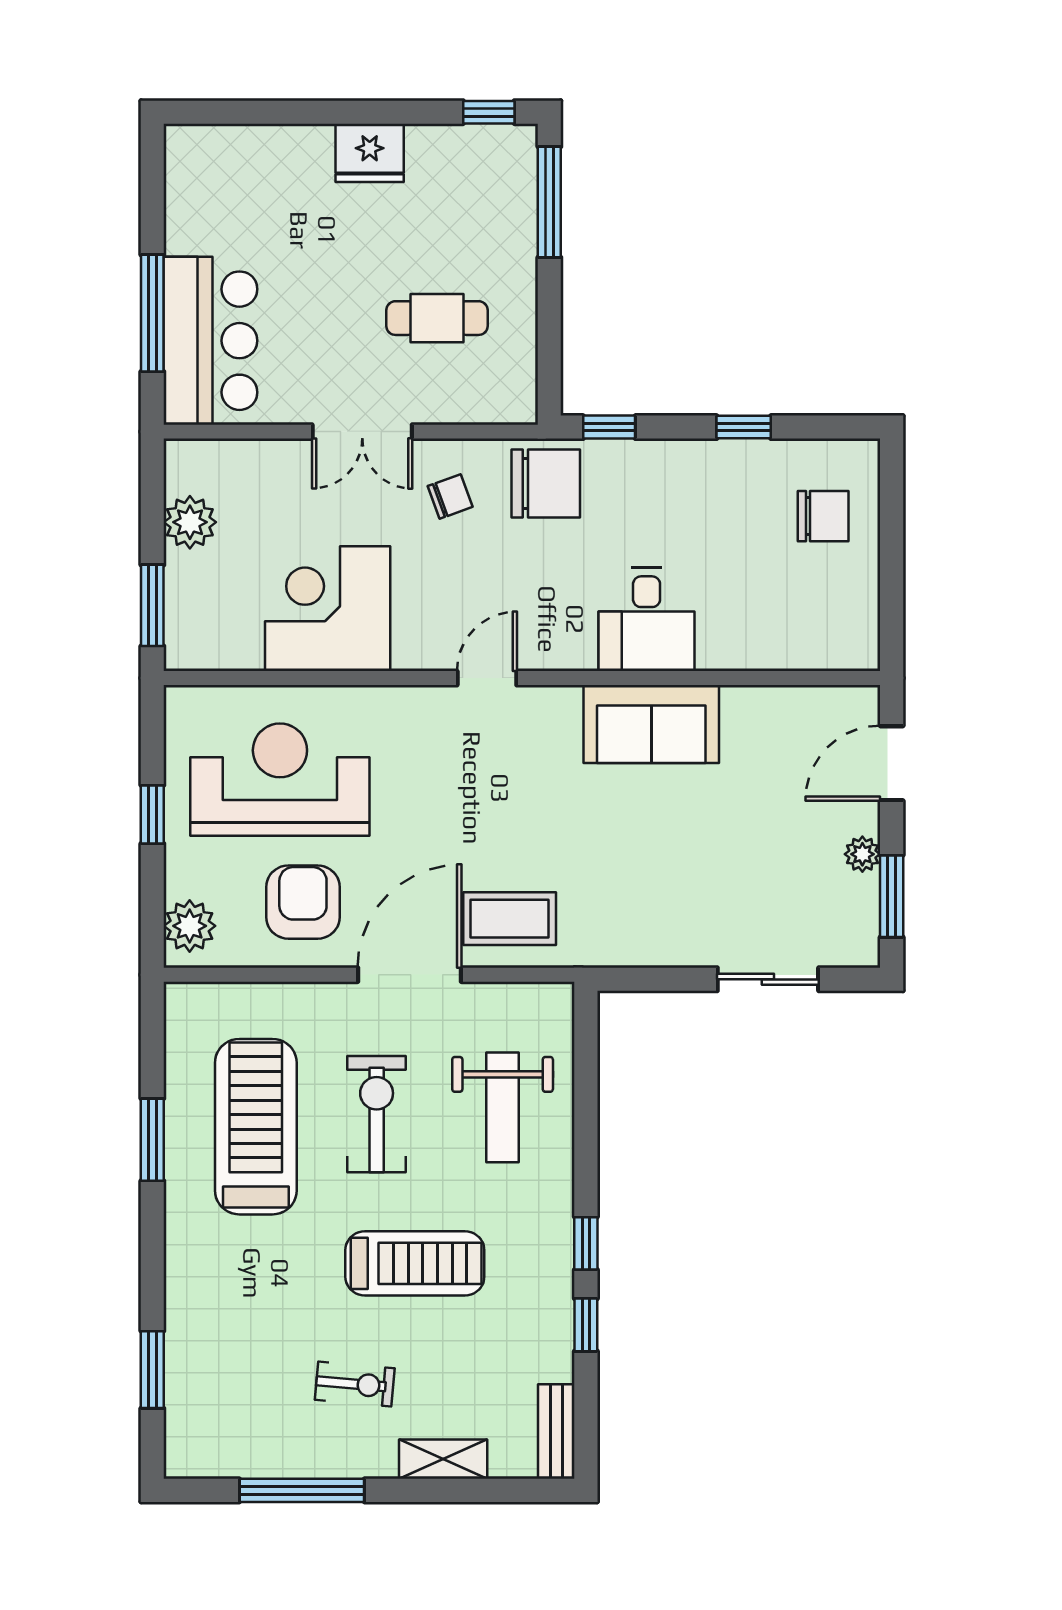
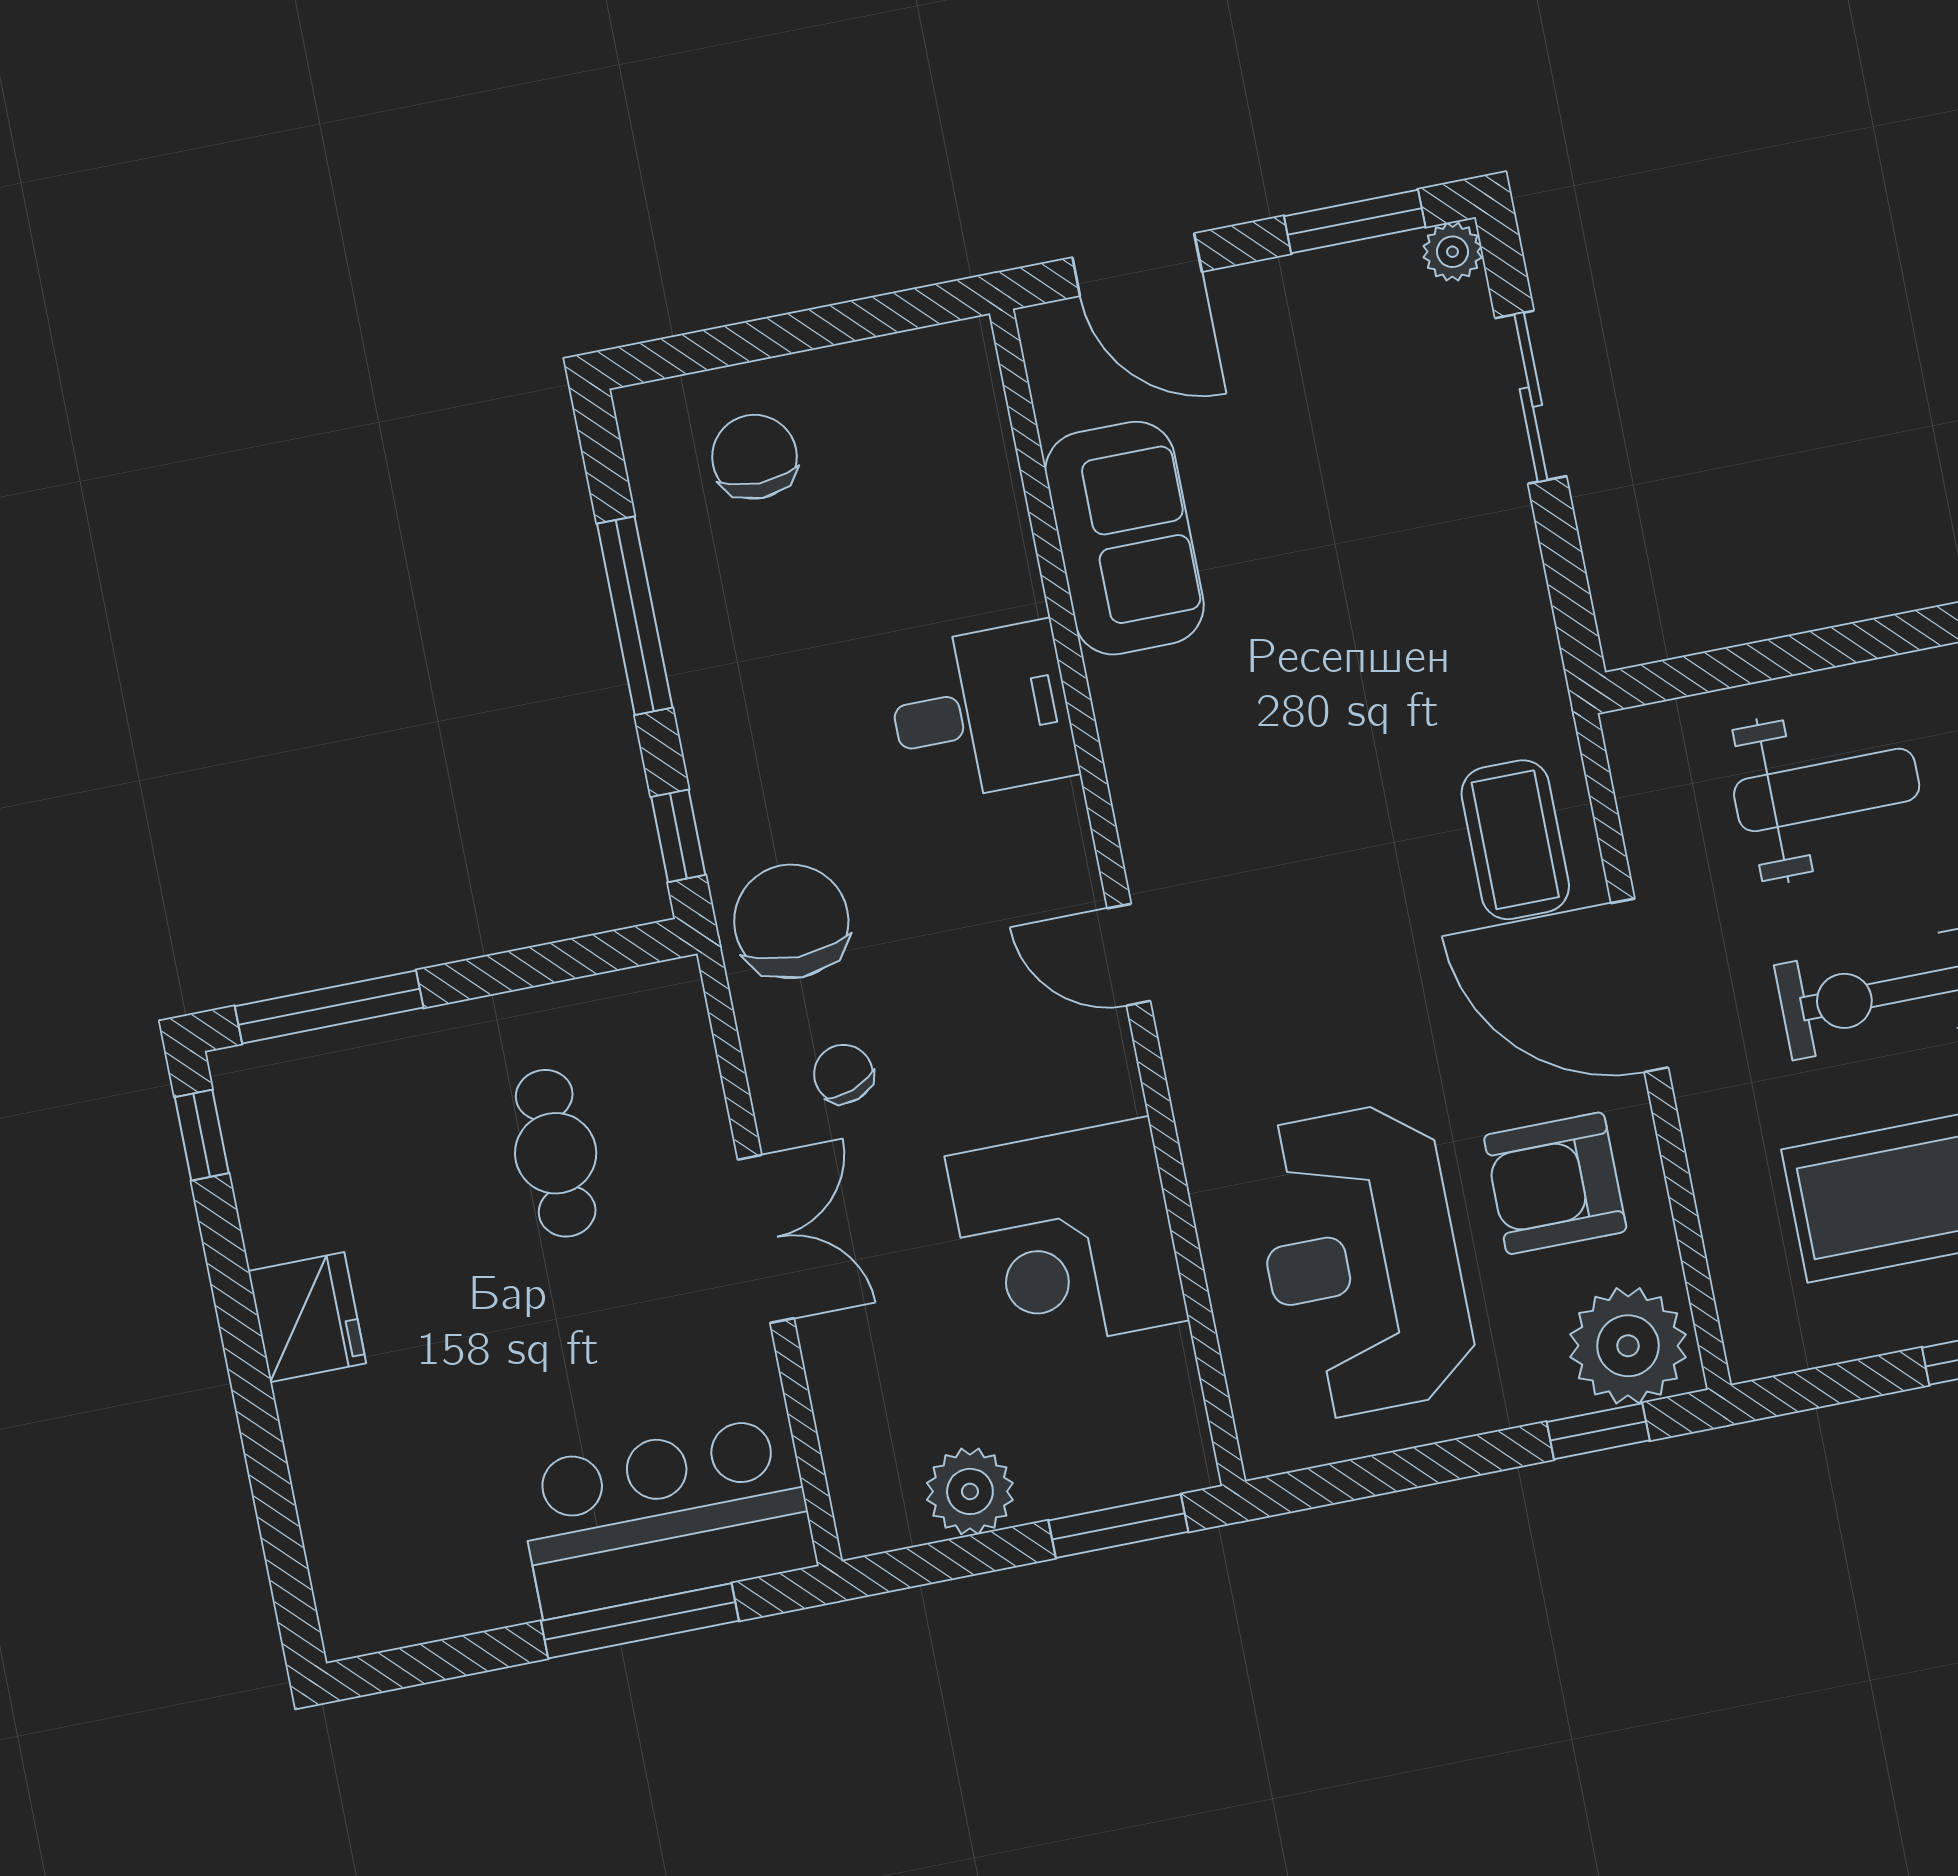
window: (744, 427) -> (635, 616), width x2.17
sofa: (651, 724) -> (1125, 538), moved
window: (152, 814) -> (1598, 1431), moved
plant: (862, 854) -> (1453, 252), moved
plant: (190, 926) -> (1628, 1346), width x1.36, depth x1.36

